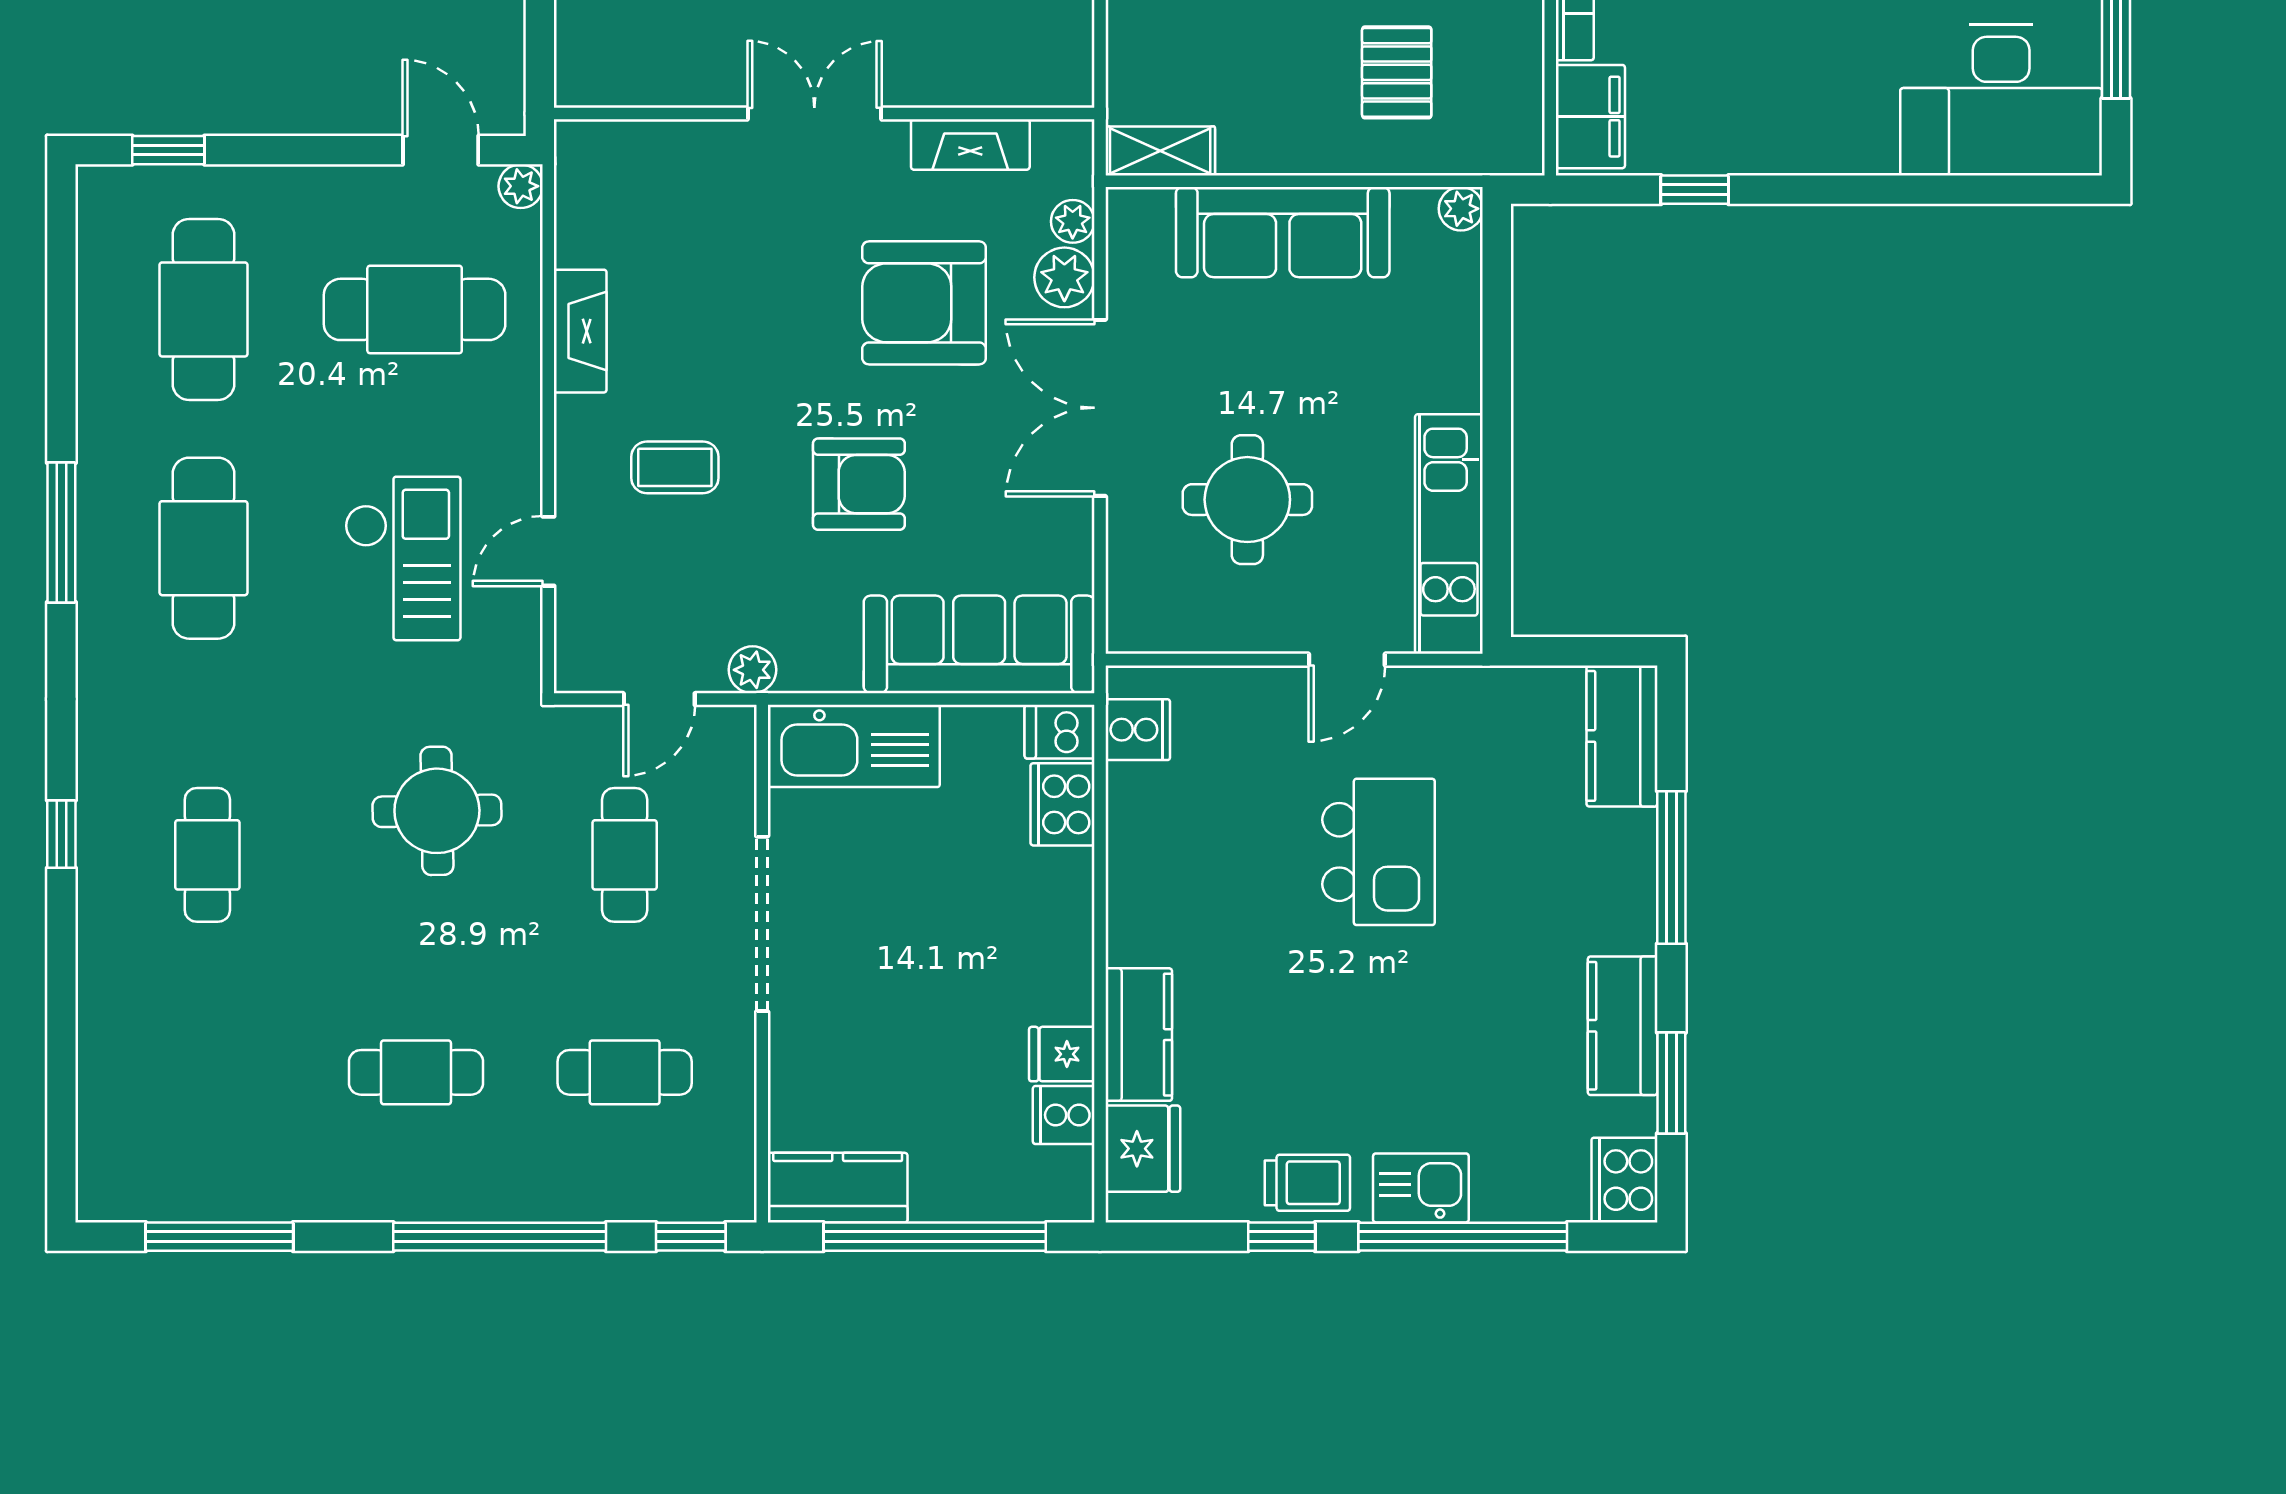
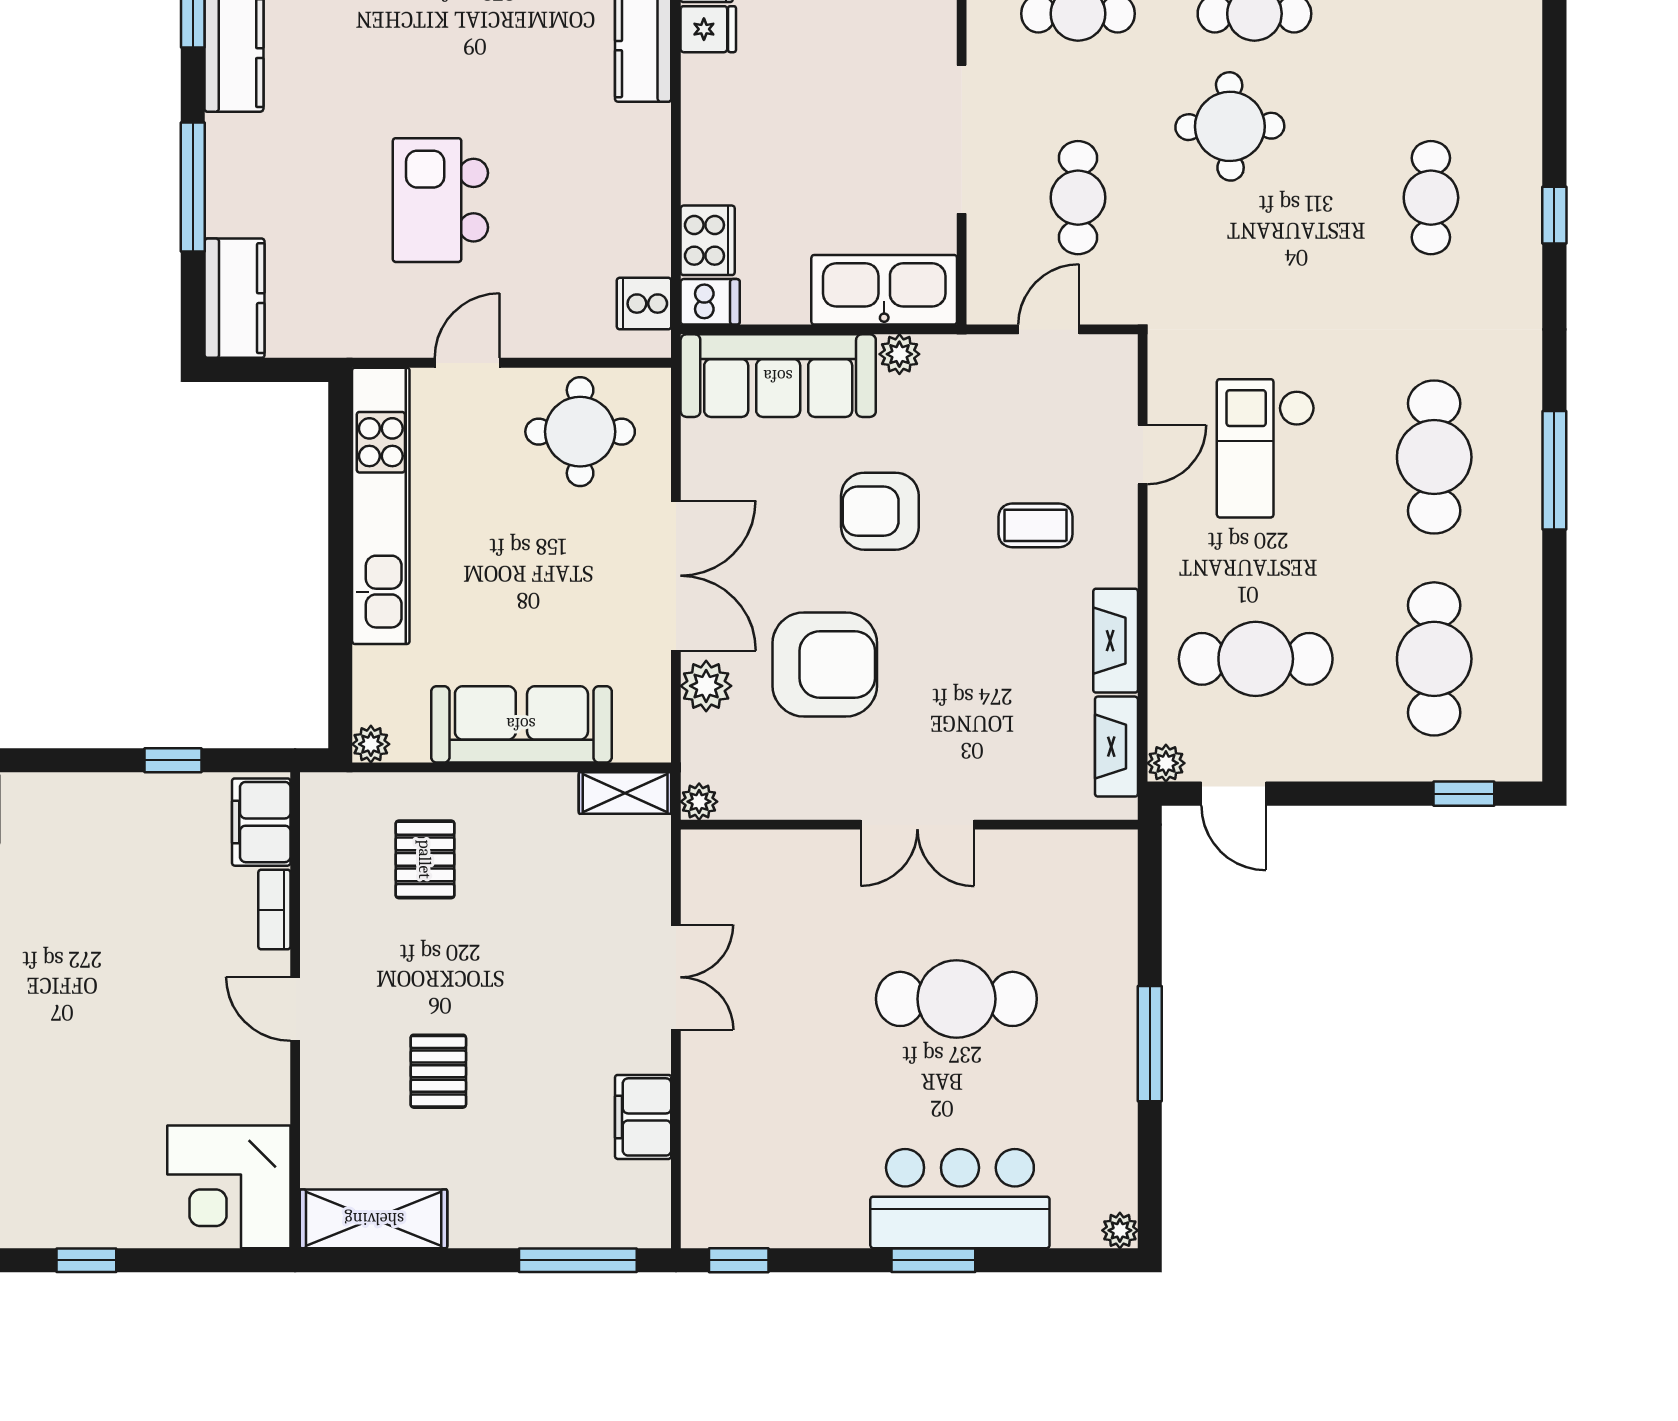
fireplace: (970, 145) -> (1116, 747), moved, turned -90
plant: (1073, 221) -> (699, 802), moved
round table: (1247, 500) -> (580, 432), moved
kitchen unit: (1449, 534) -> (381, 506), width x1.36
plant: (753, 670) -> (899, 354), moved
round table: (437, 811) -> (1230, 126), moved

